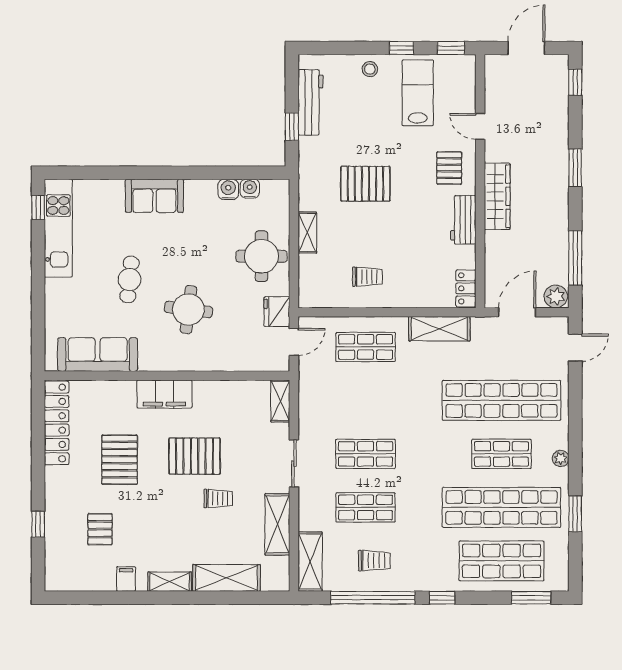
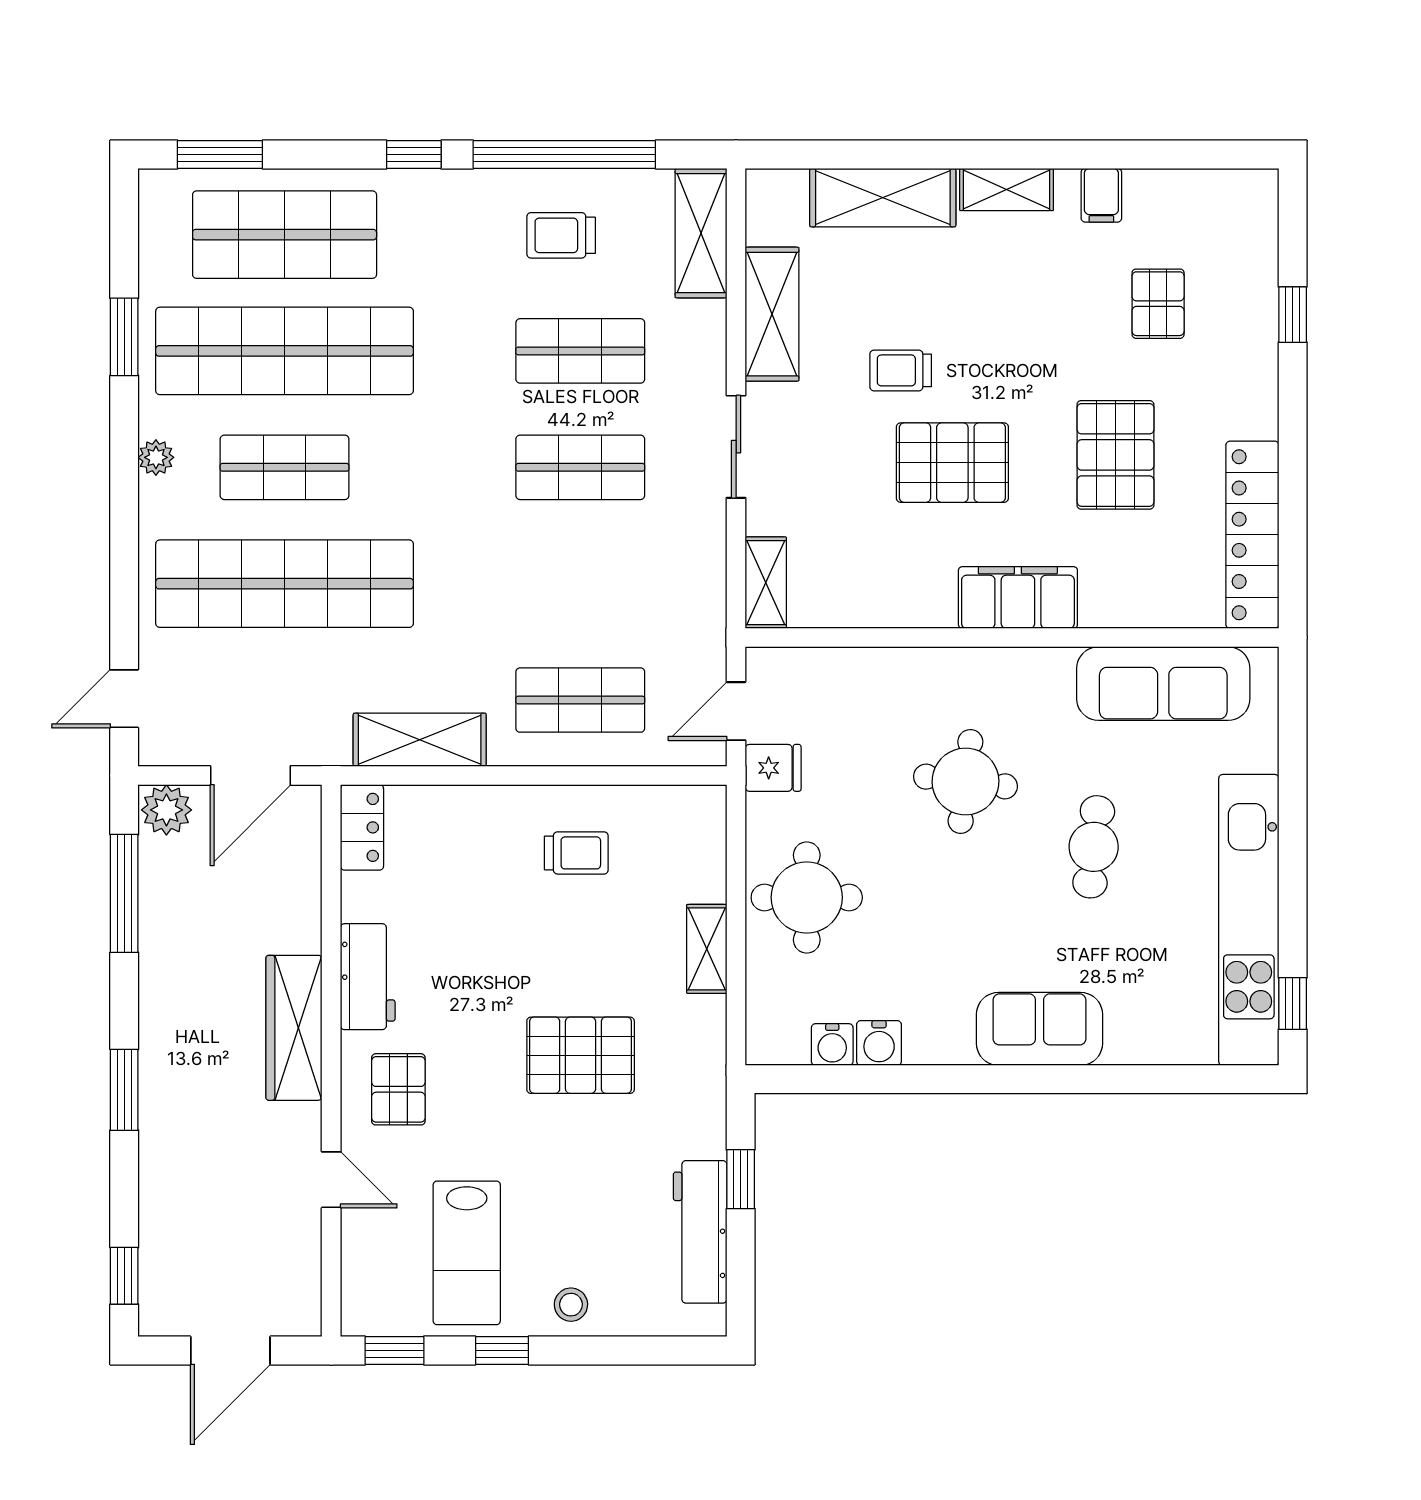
kitchen unit: (58, 228) -> (1249, 920), width x1.36
trolley: (367, 277) -> (576, 853), turned 180
fridge: (277, 312) -> (773, 768), width x0.72

